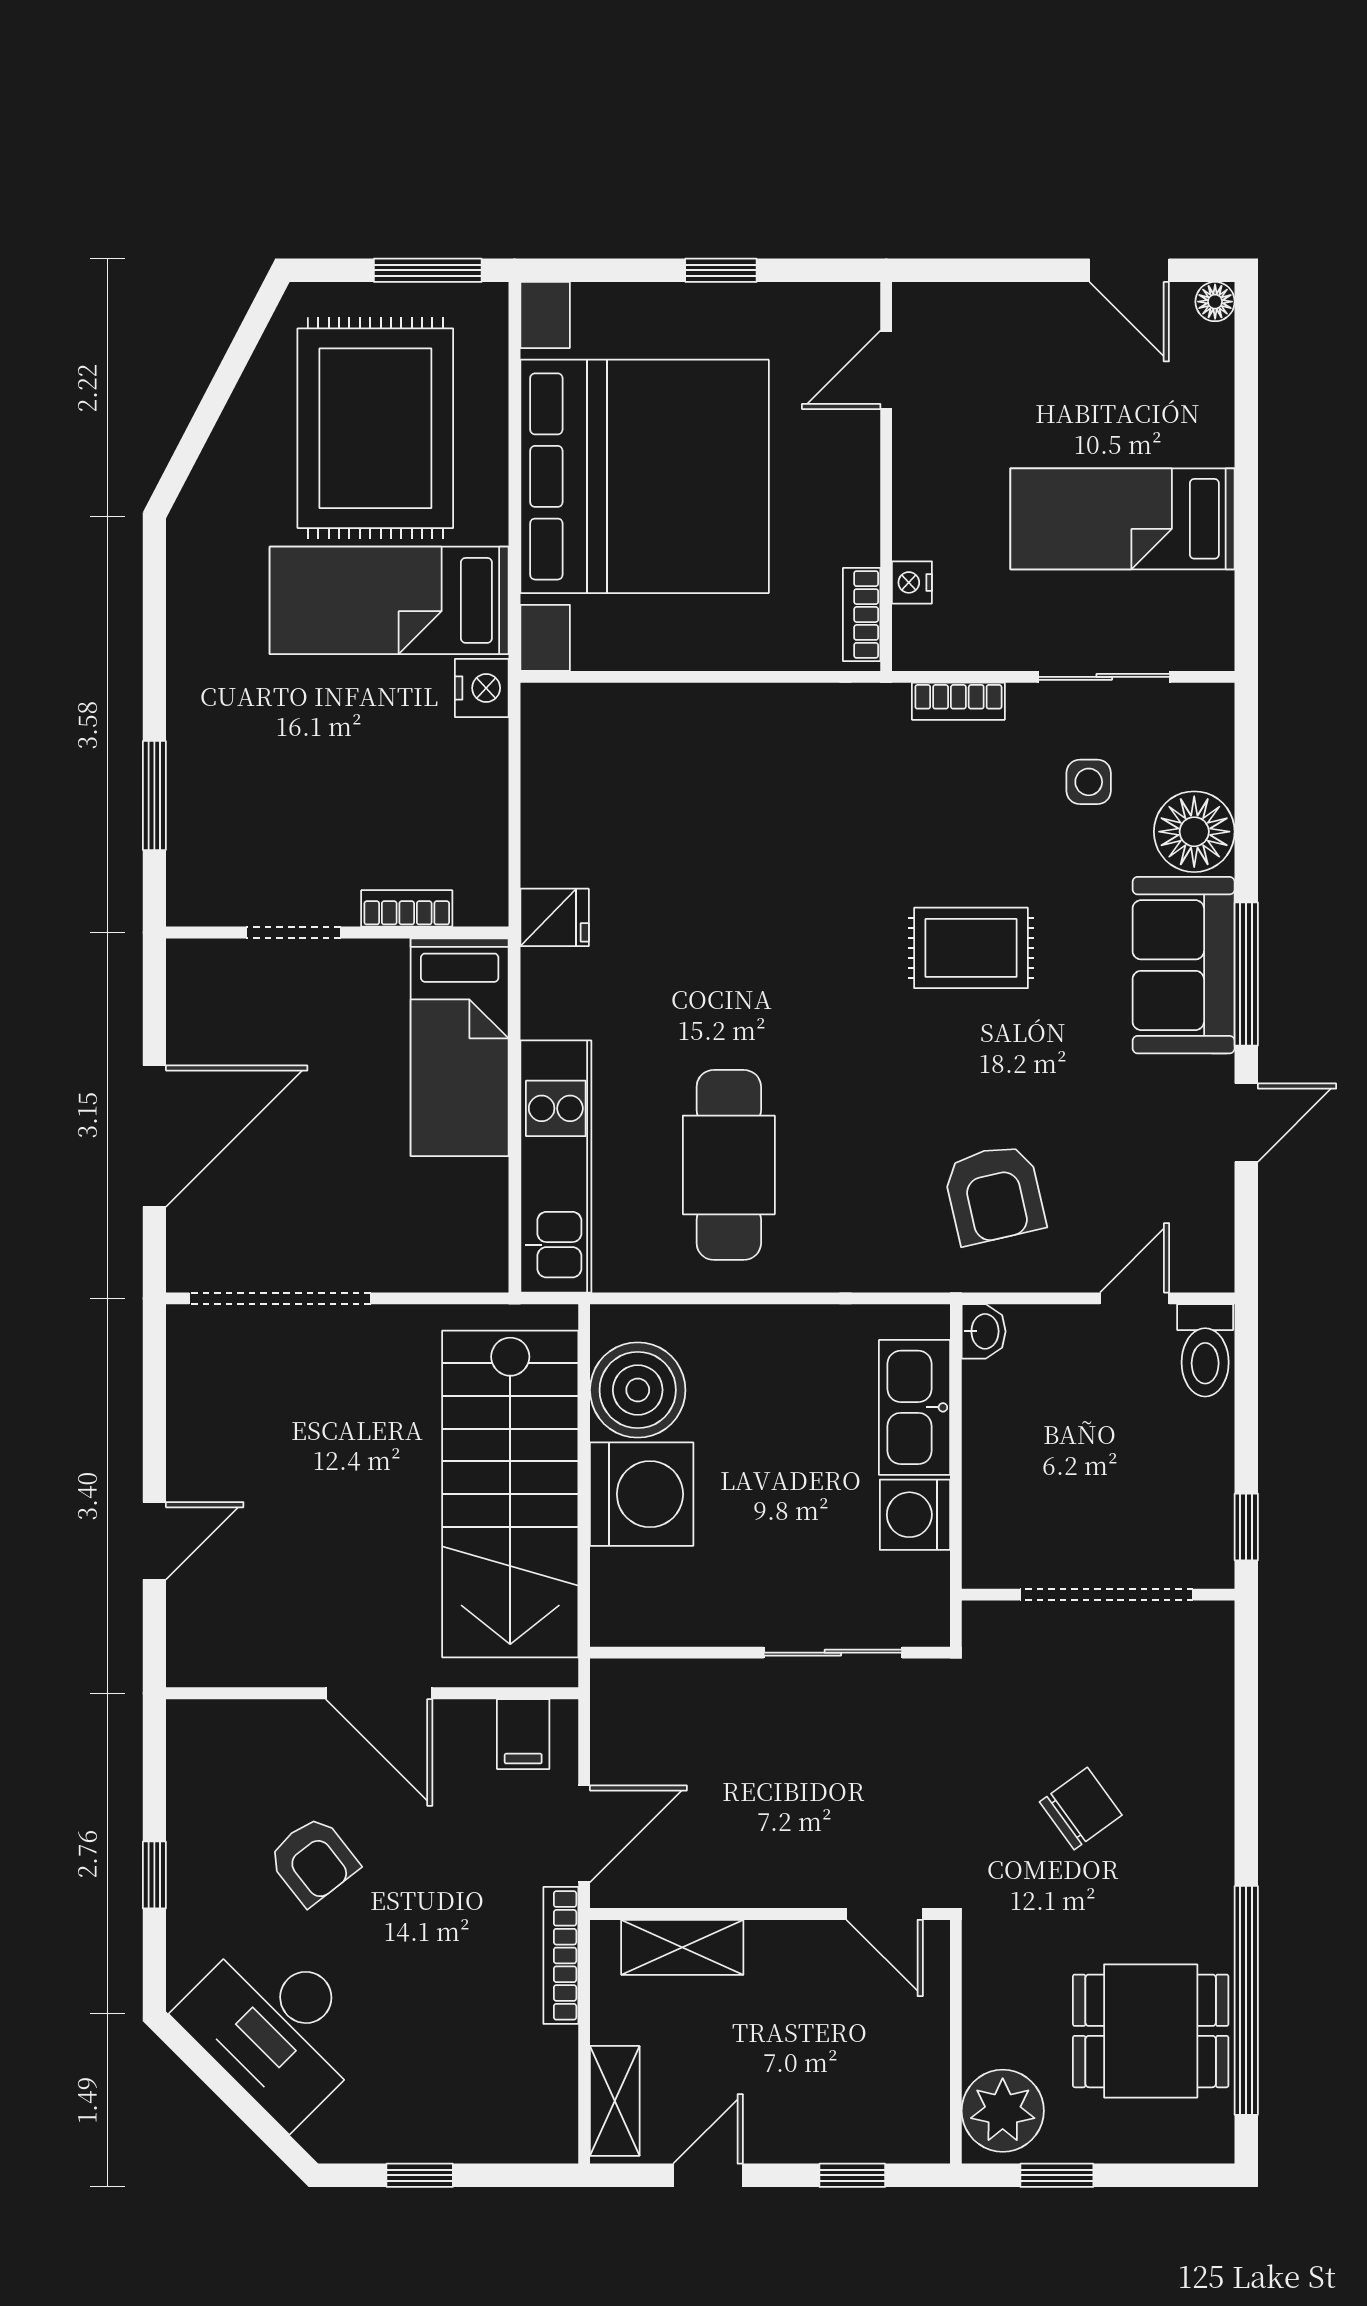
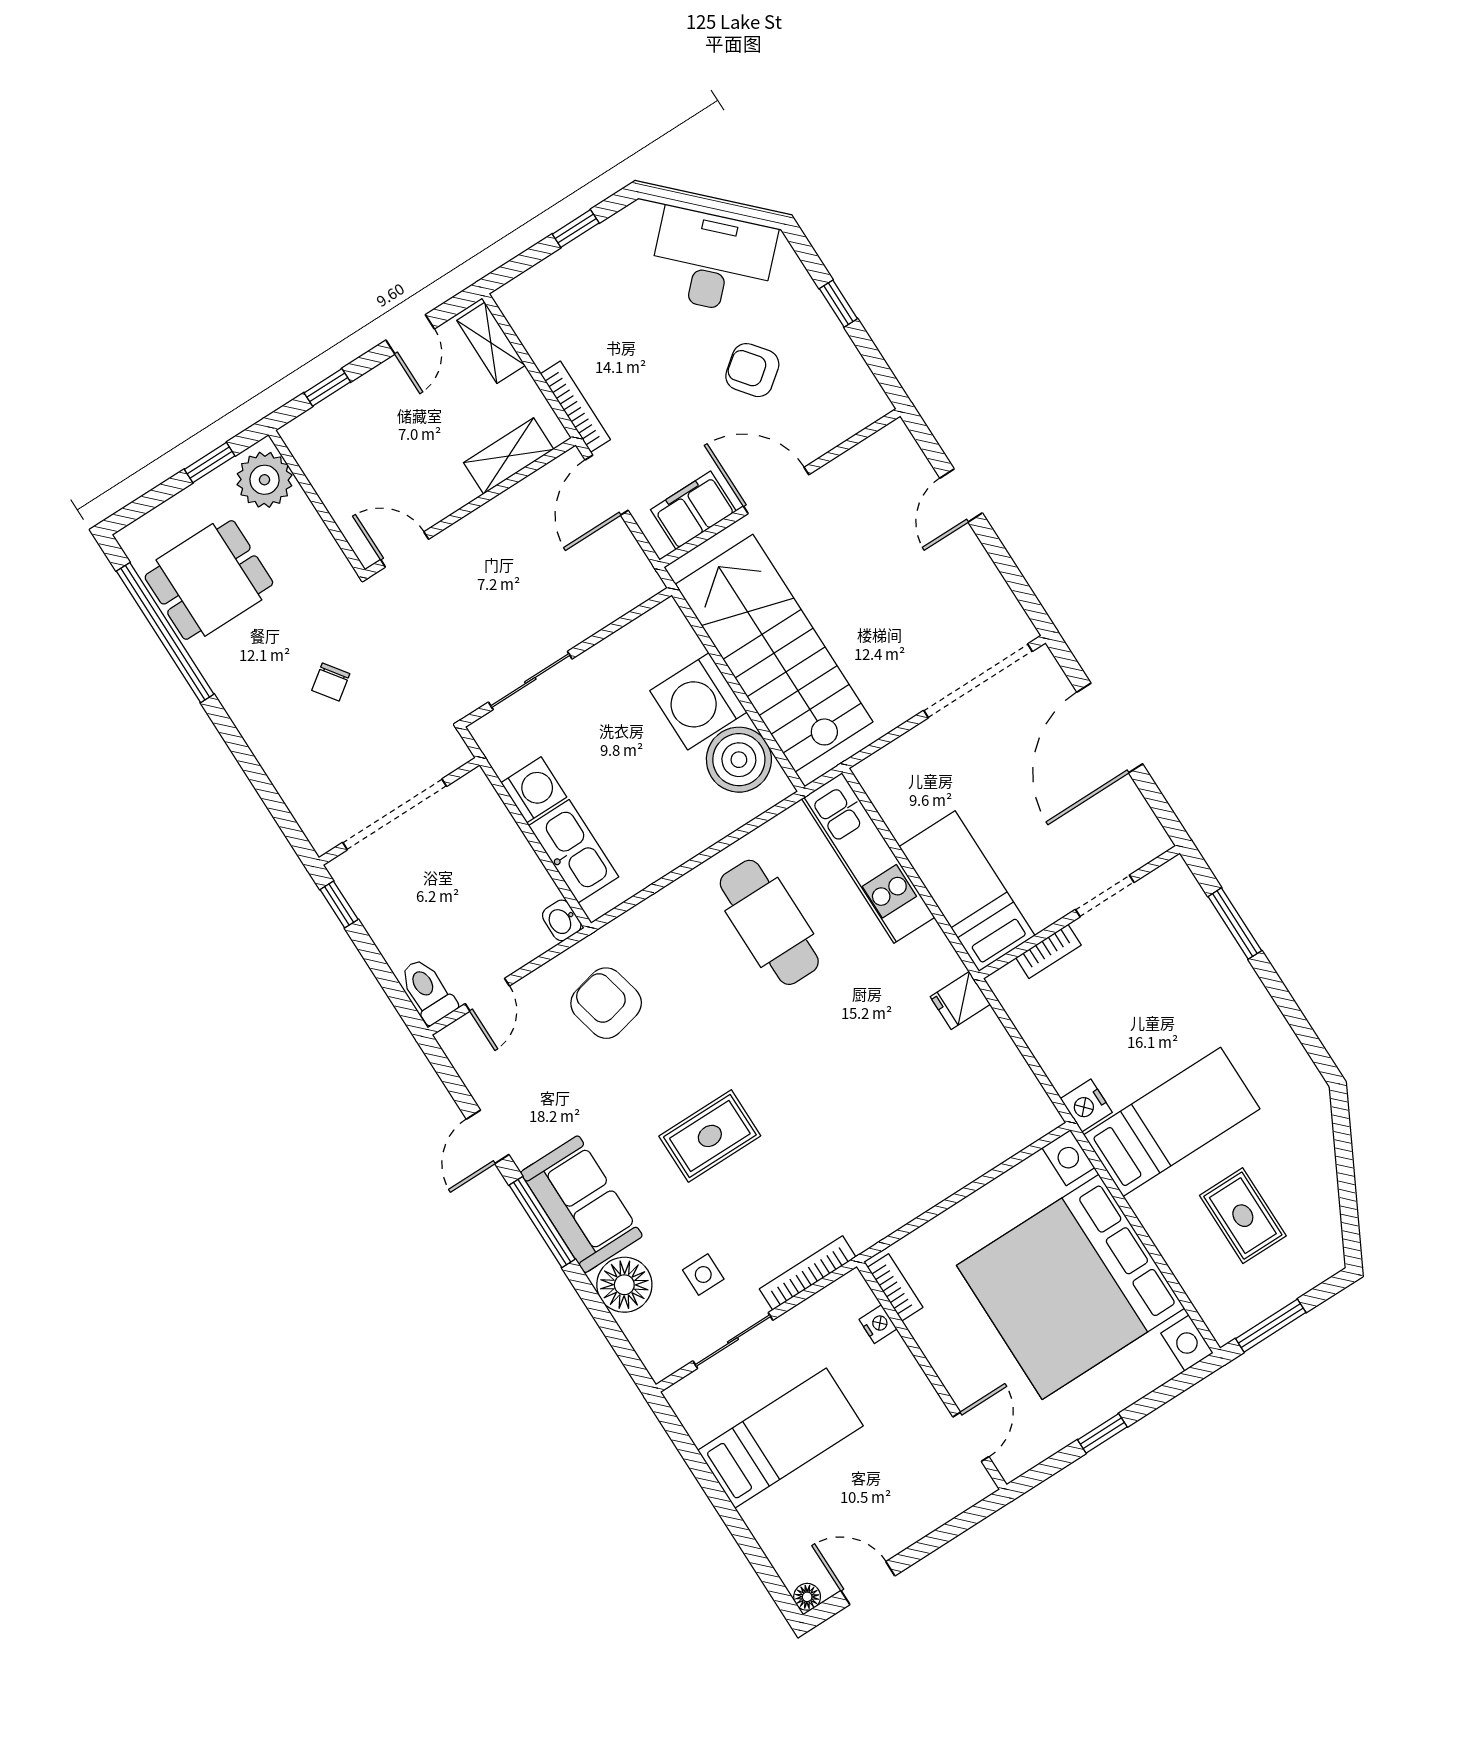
rug: (375, 428) -> (1243, 1216), width x0.54, depth x0.49
bookcase: (958, 701) -> (808, 1273), width x1.56
filing cabinet: (523, 1734) -> (693, 510), width x2.00
chair: (1081, 1809) -> (331, 682), width x0.73, depth x0.73

